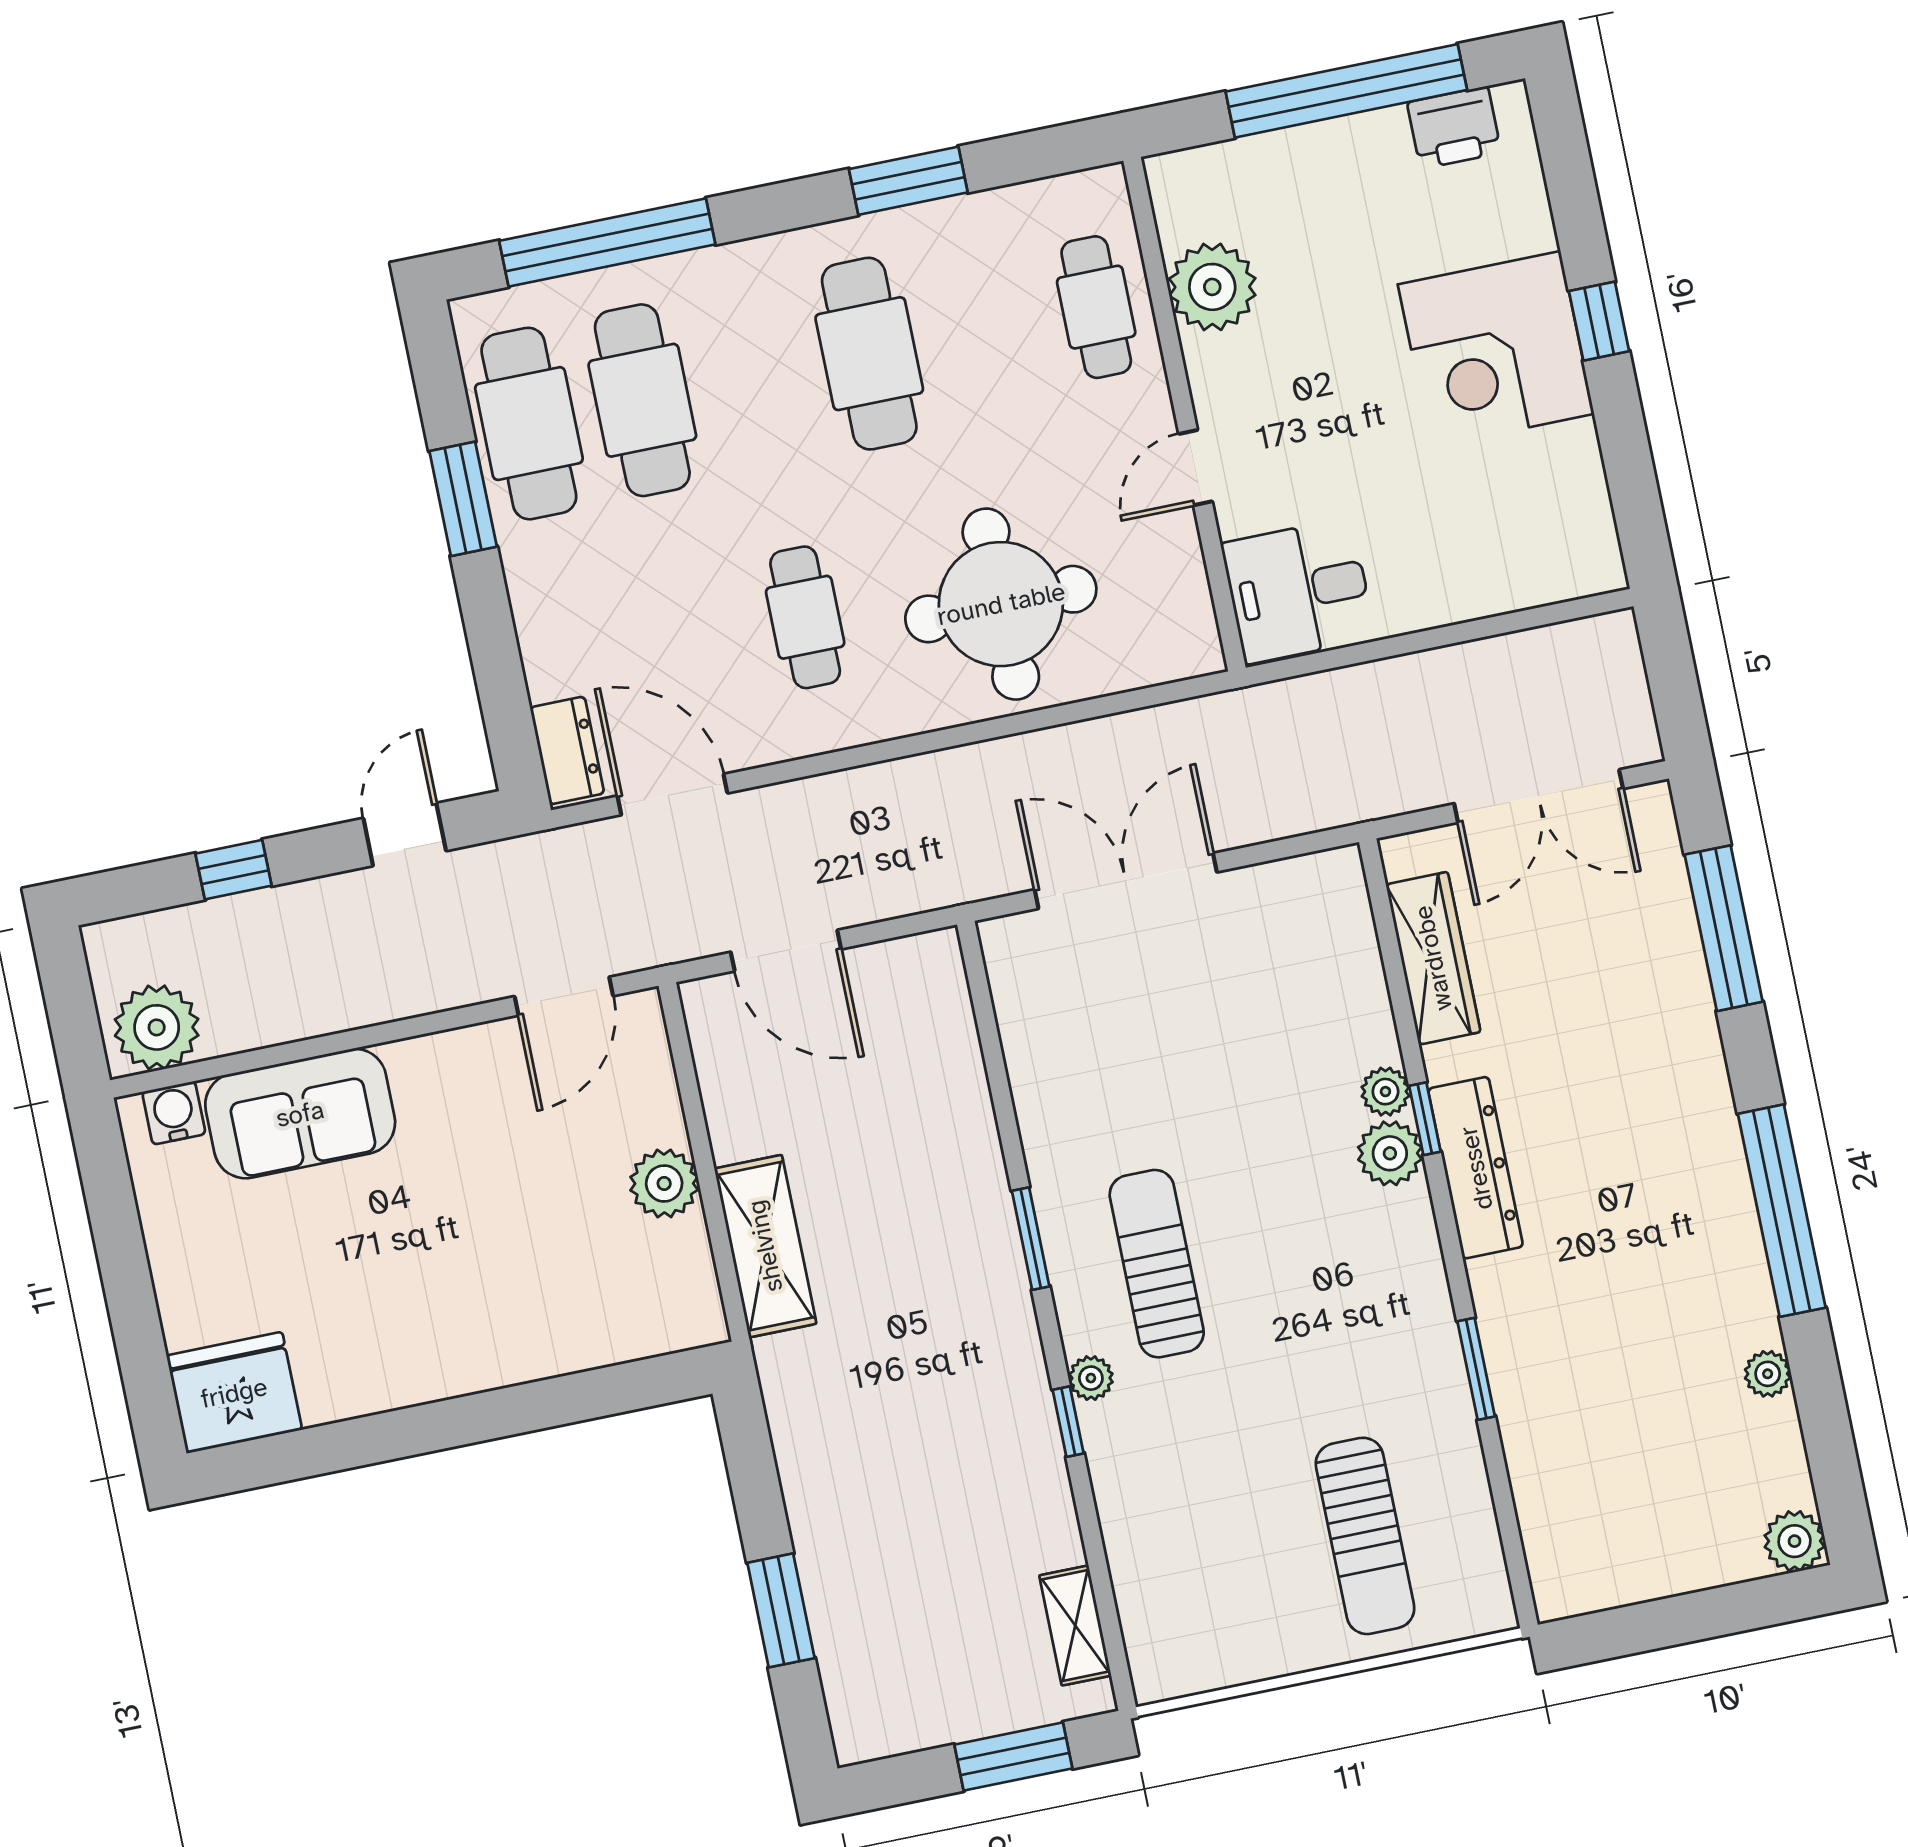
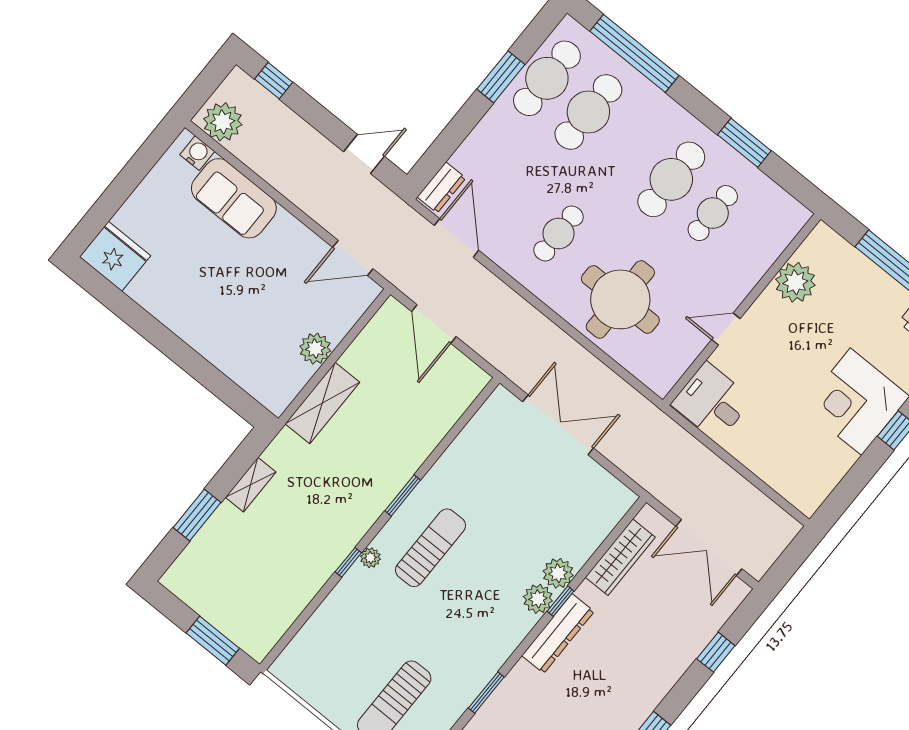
cafe table: (1096, 307) -> (713, 213), moved
window: (234, 870) -> (274, 81), moved
window: (1724, 928) -> (716, 652), width x0.46
plant: (1385, 1092) -> (558, 573), width x1.38, depth x1.38
shelving: (1075, 1625) -> (251, 485), moved

